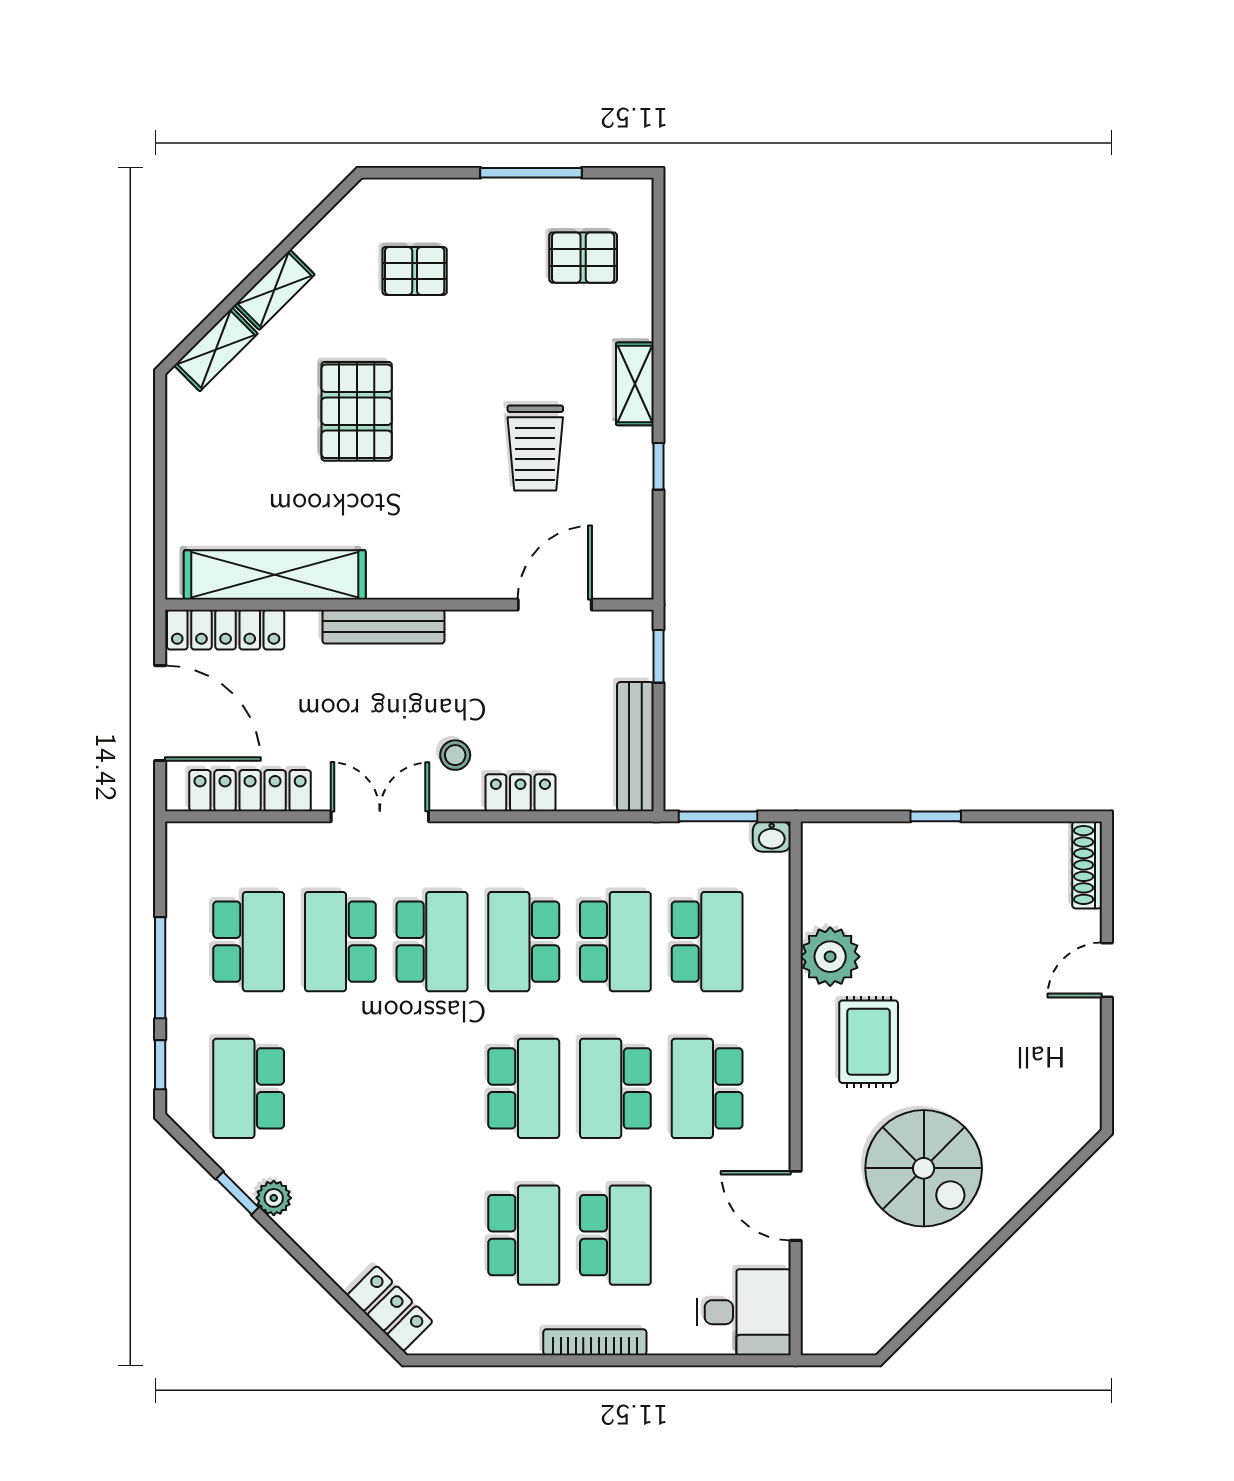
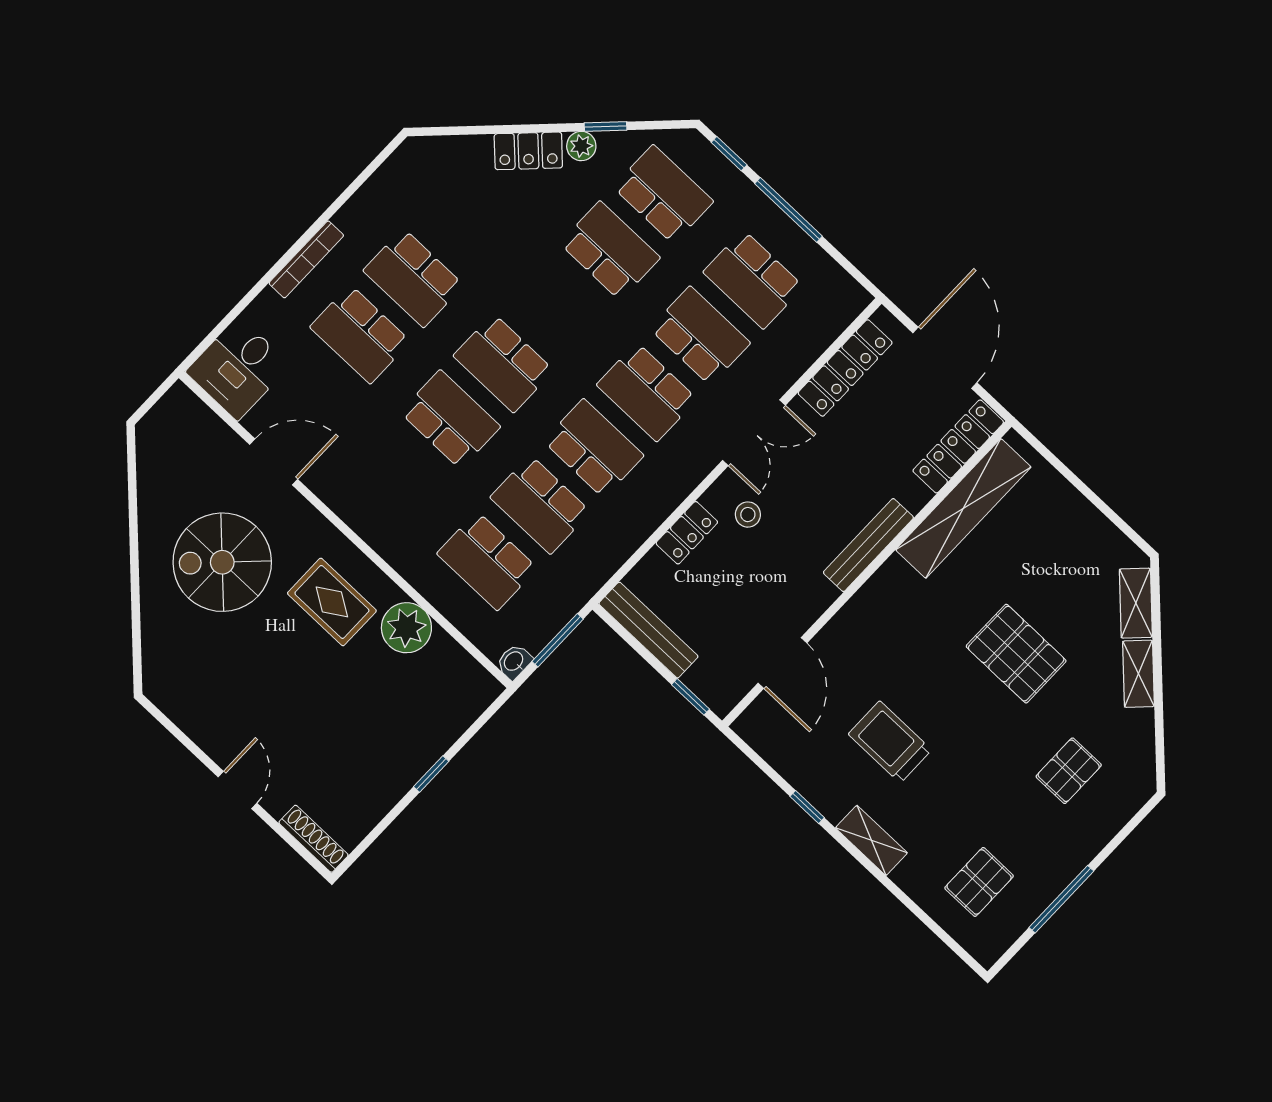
door: (160, 713) -> (945, 358), swing flipped
school desk: (707, 1088) -> (610, 251), moved
locker: (390, 1308) -> (528, 151), moved

